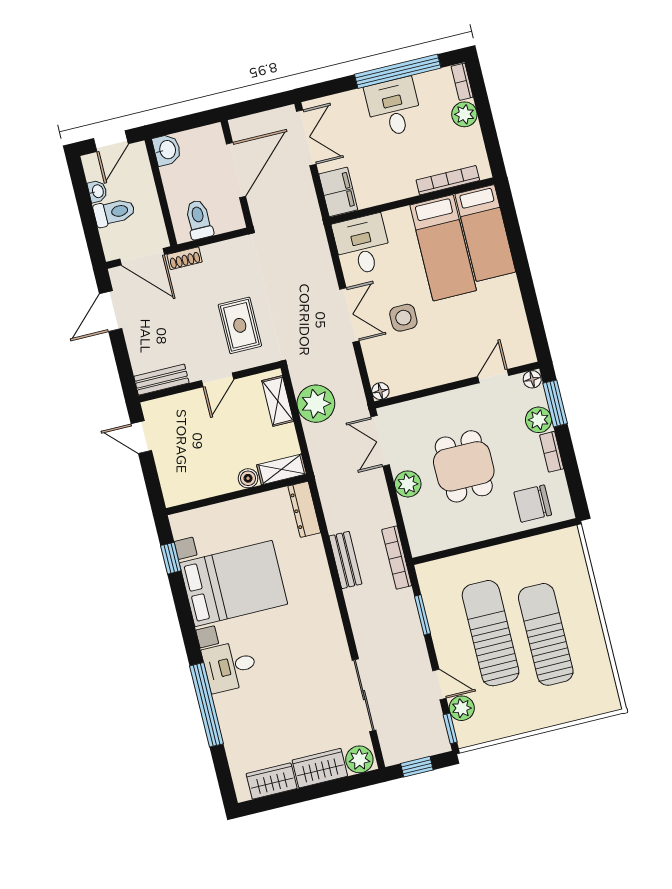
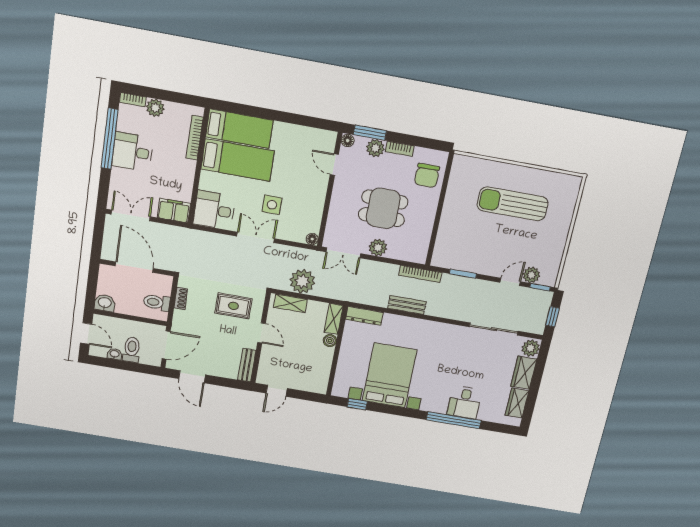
shoe rack: (185, 258) -> (181, 298), moved
sun lounger: (491, 633) -> (495, 237), removed
desk: (230, 666) -> (464, 402), moved

